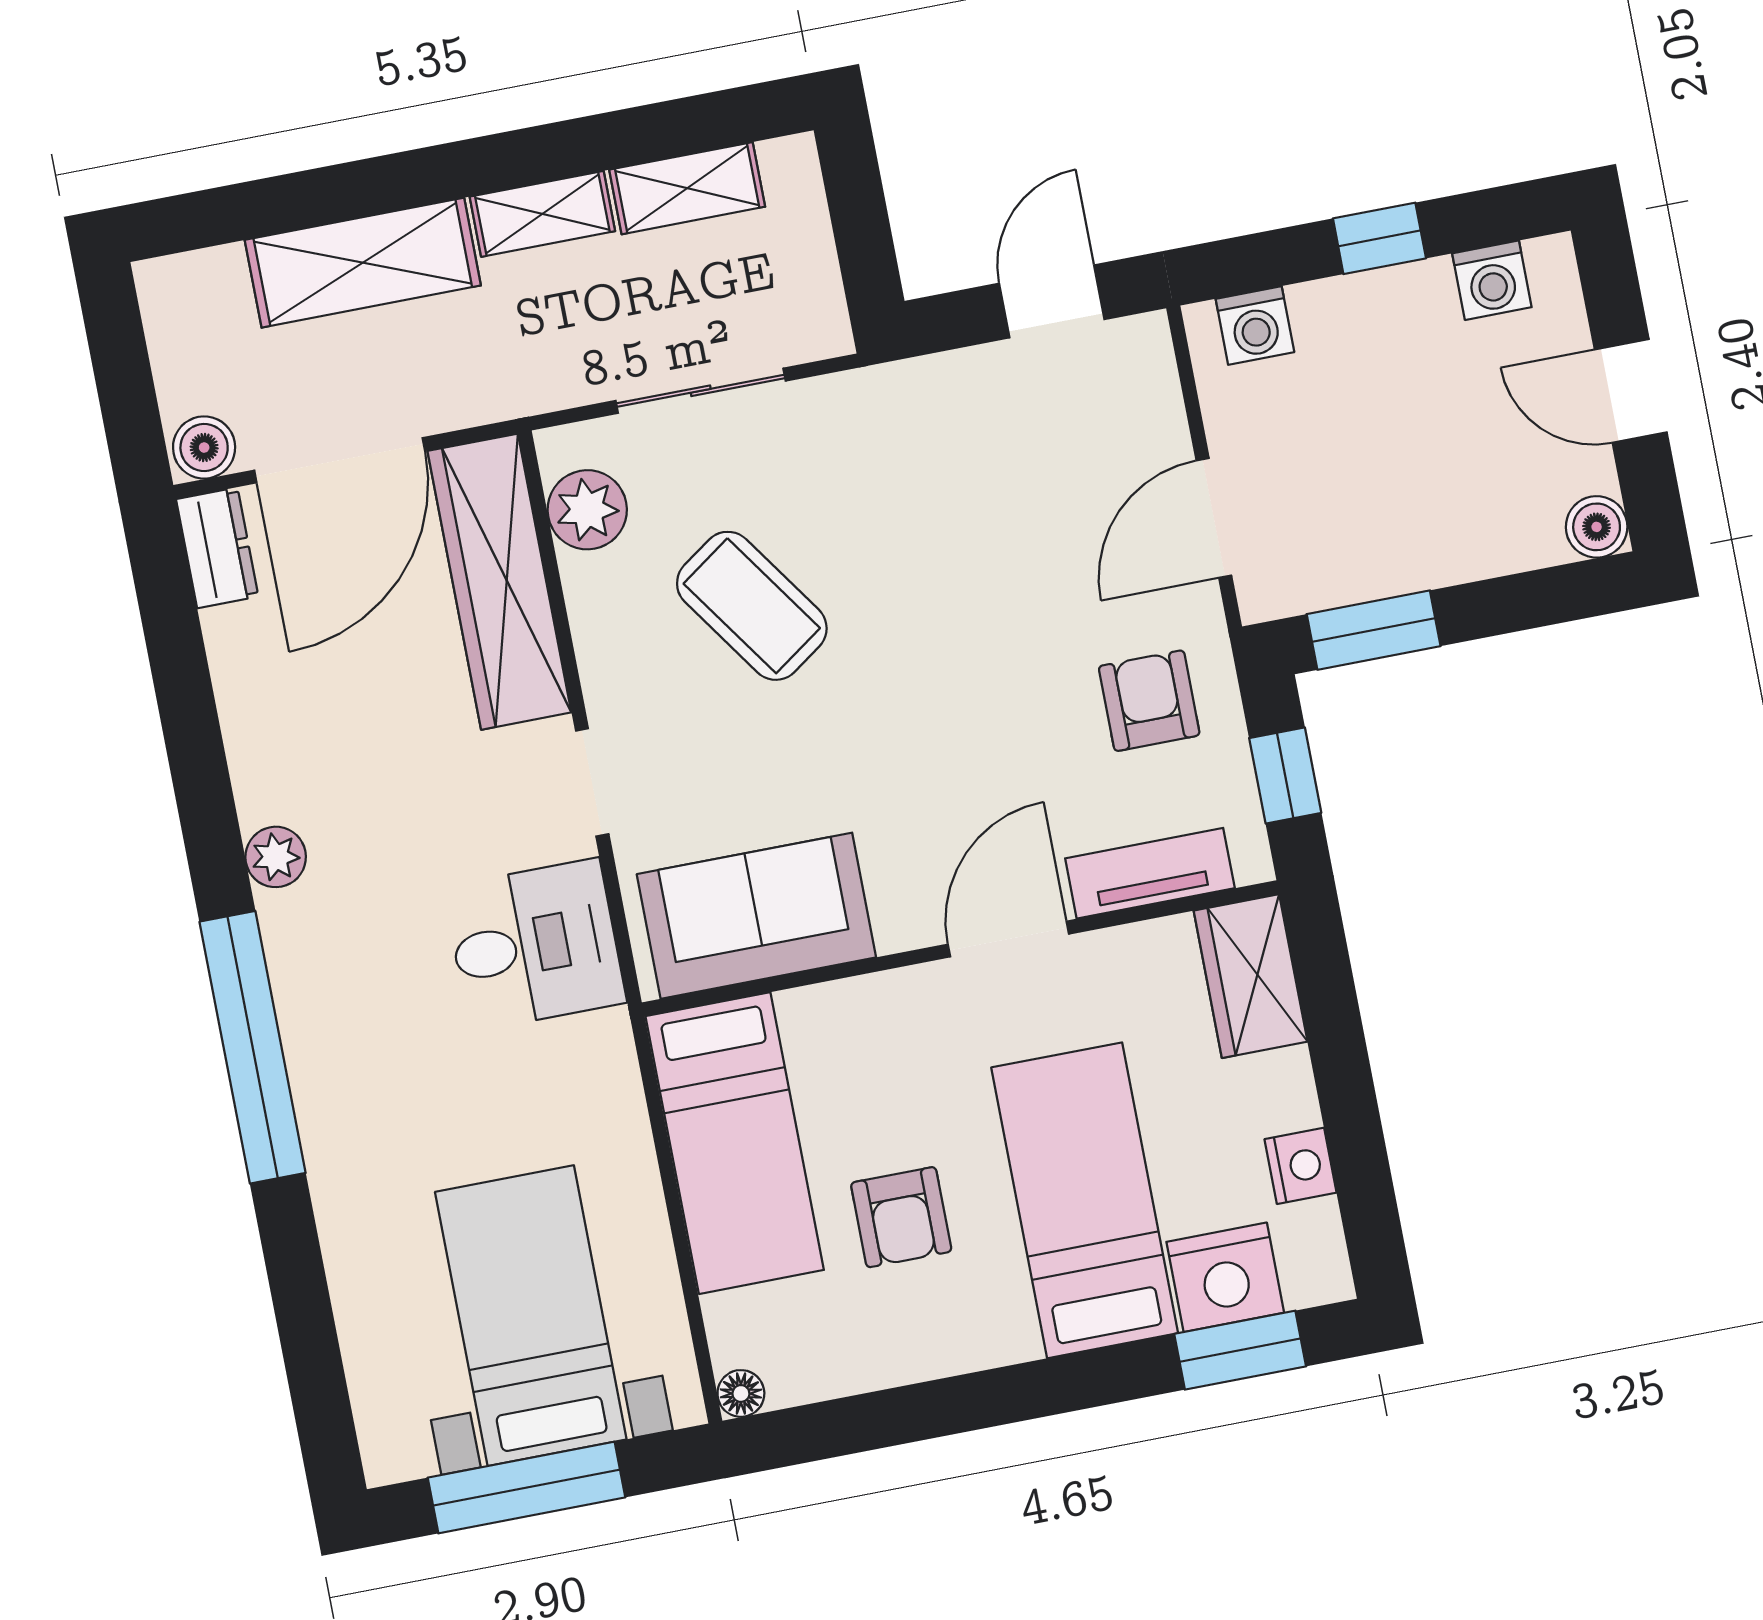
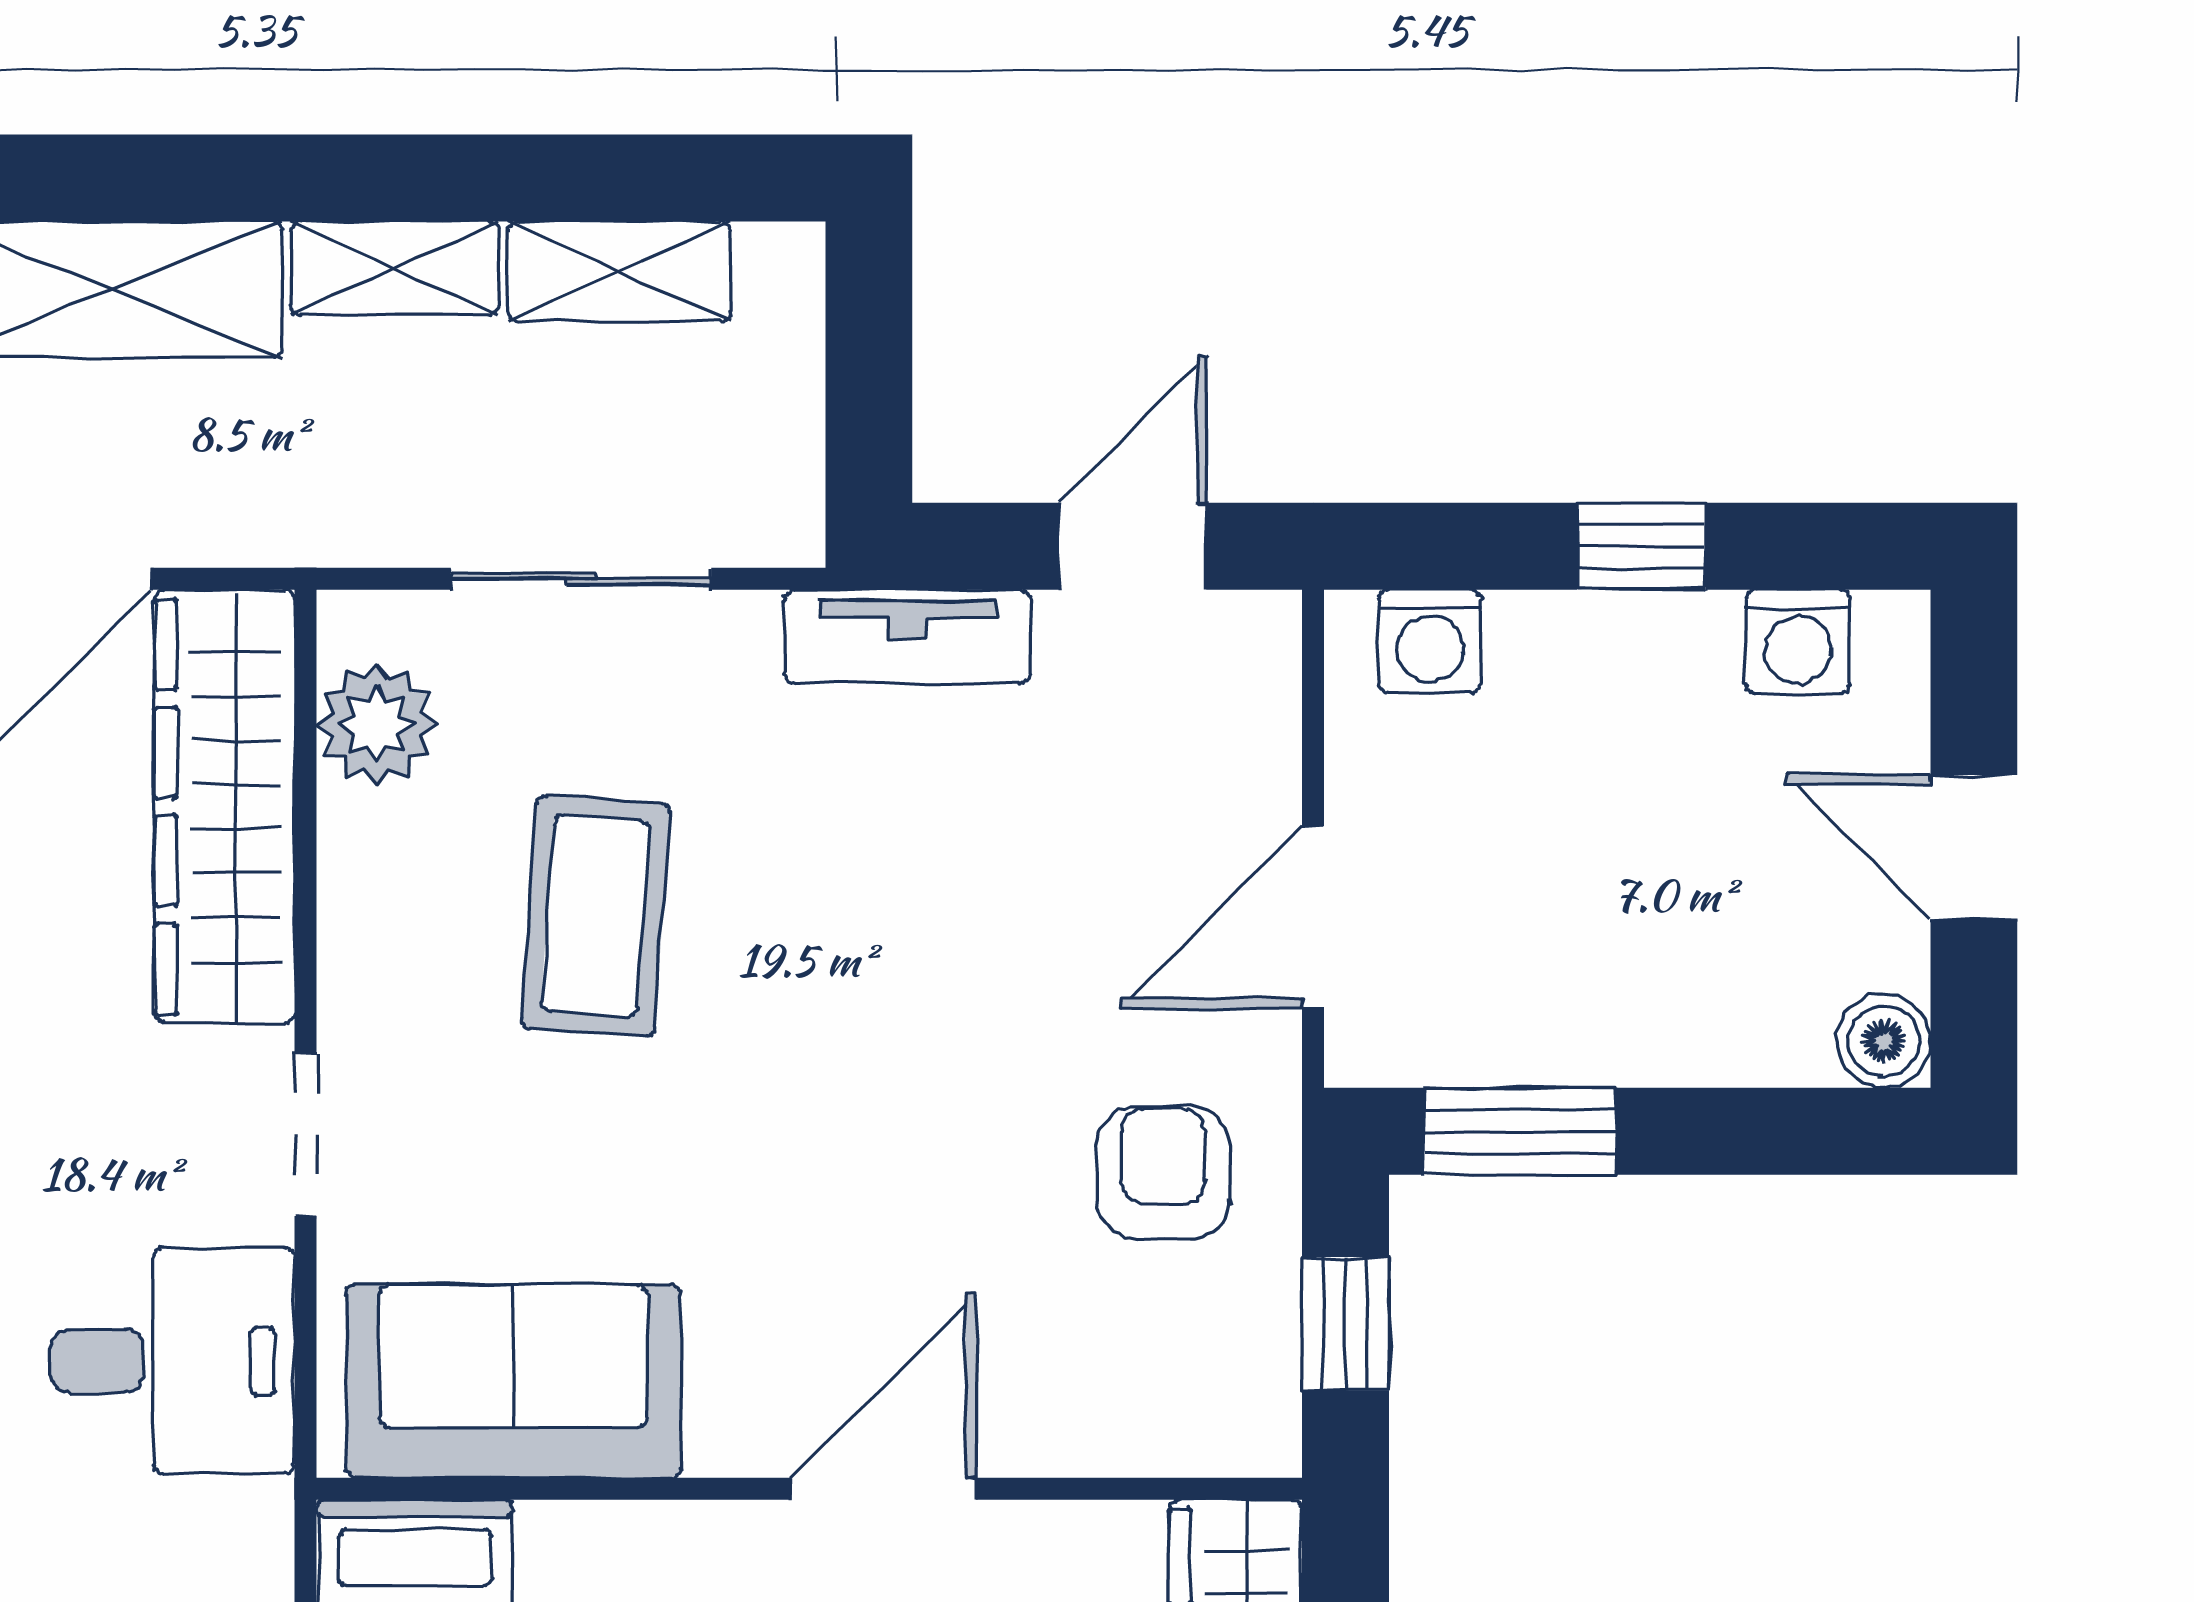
coffee table: (752, 606) -> (596, 916), turned 39
tv unit: (1150, 873) -> (907, 637), moved, turned 180

